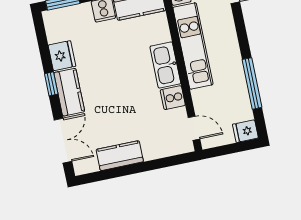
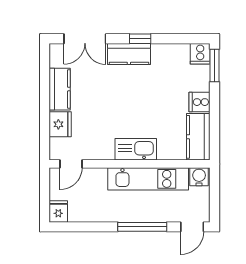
fridge: (62, 56) -> (60, 124), moved, turned -90
window: (252, 83) -> (142, 227), moved
cooker: (173, 98) -> (200, 54), moved, turned 180

